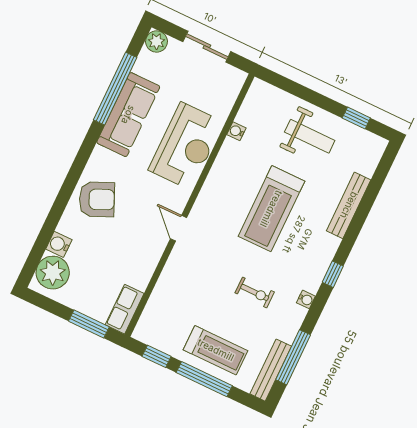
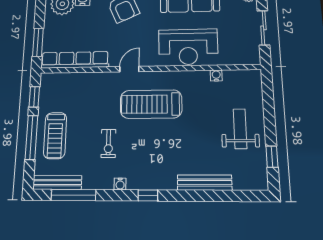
weight bench: (310, 136) -> (240, 129), turned 180
treadmill: (271, 209) -> (151, 104), moved
row of seats: (125, 309) -> (75, 60), width x2.02

